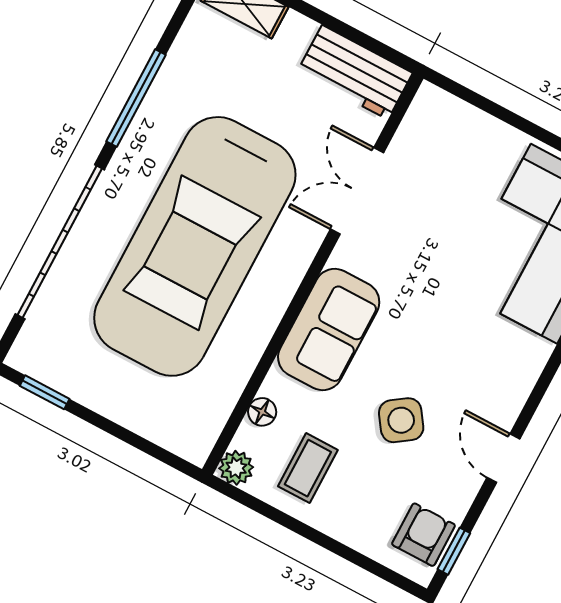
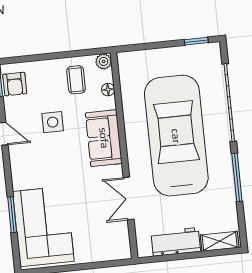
workbench: (355, 72) -> (176, 242), moved
double door: (357, 191) -> (129, 199), swing flipped
side table: (401, 420) -> (53, 122), turned 35

